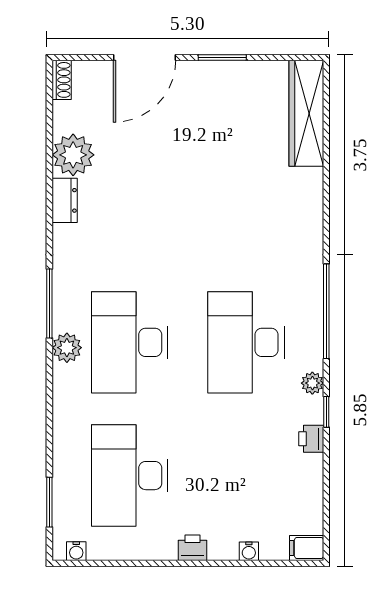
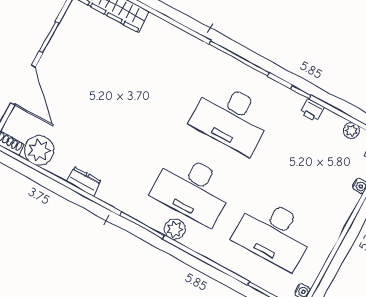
plant: (73, 155) -> (39, 150), moved
plant: (312, 383) -> (351, 131), moved
printer: (192, 548) -> (339, 219), removed

